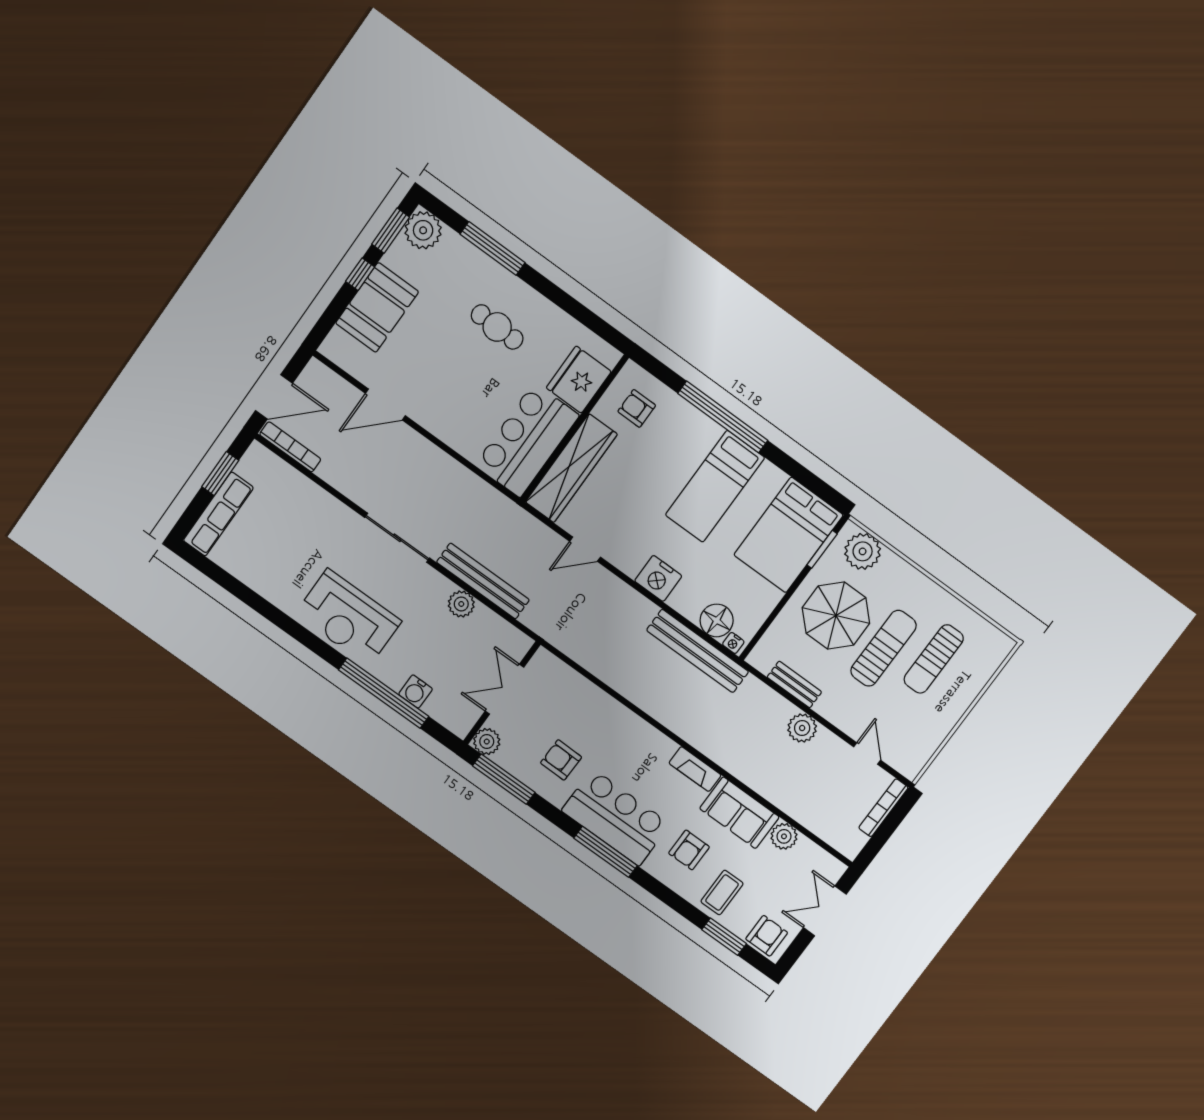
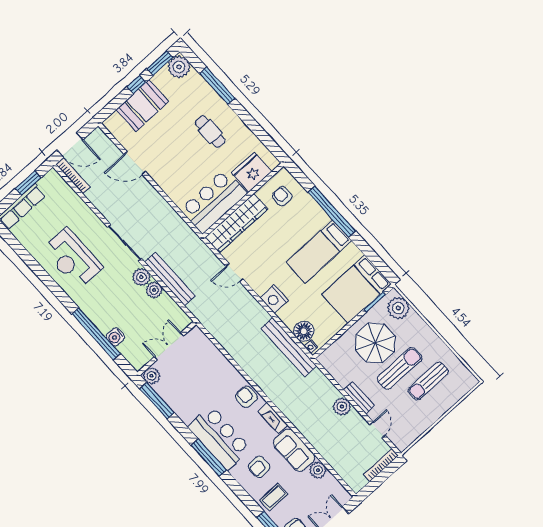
plant: (436, 587) -> (141, 277), added
reception desk: (348, 618) -> (72, 258), moved
bench: (794, 684) -> (359, 398), moved
armchair: (561, 760) -> (246, 397), moved

